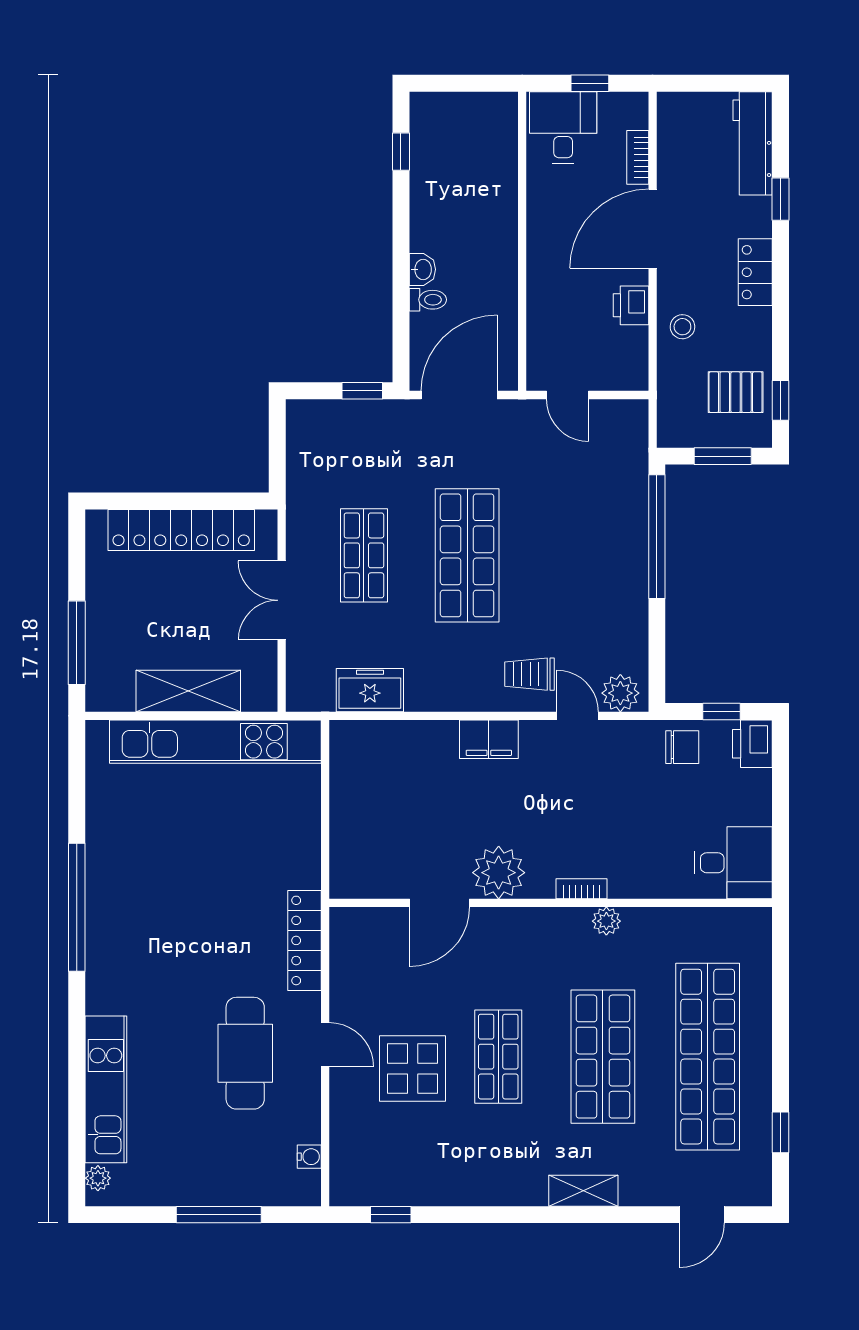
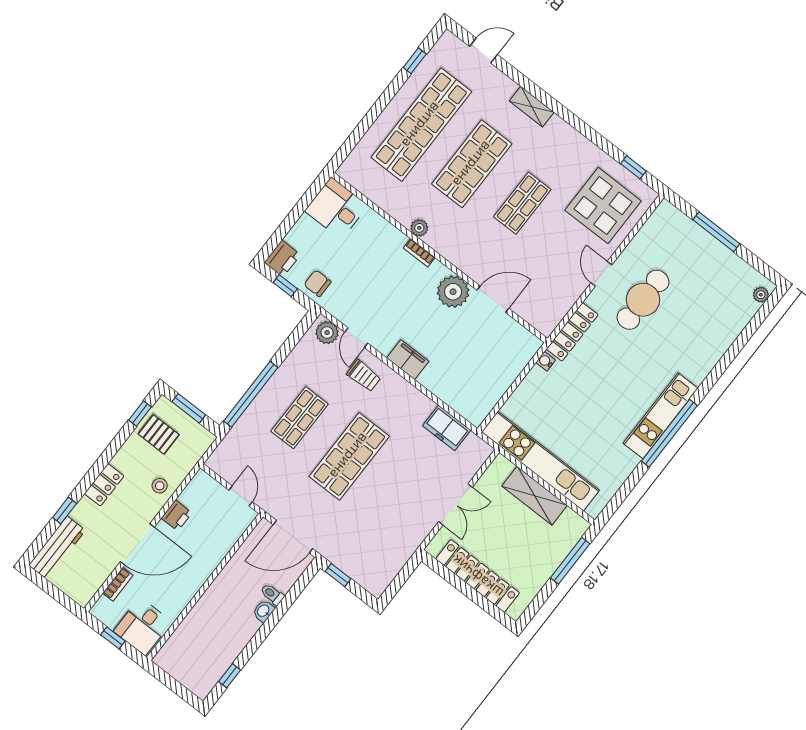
shop shelf: (364, 555) -> (300, 418), moved
display table: (413, 1069) -> (603, 206), moved, width x1.36, depth x1.36
kitchen unit: (106, 1089) -> (661, 416), moved
water cooler: (309, 1157) -> (546, 361), moved

